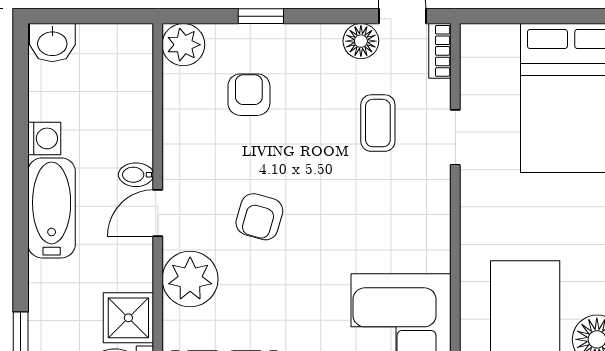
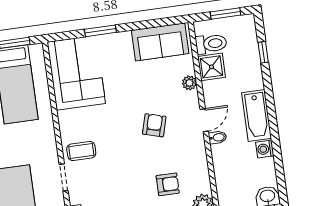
armchair: (249, 95) -> (168, 184), turned -90
coffee table: (378, 123) -> (81, 151), moved, turned 90
plant: (190, 279) -> (189, 83), width x0.53, depth x0.53

